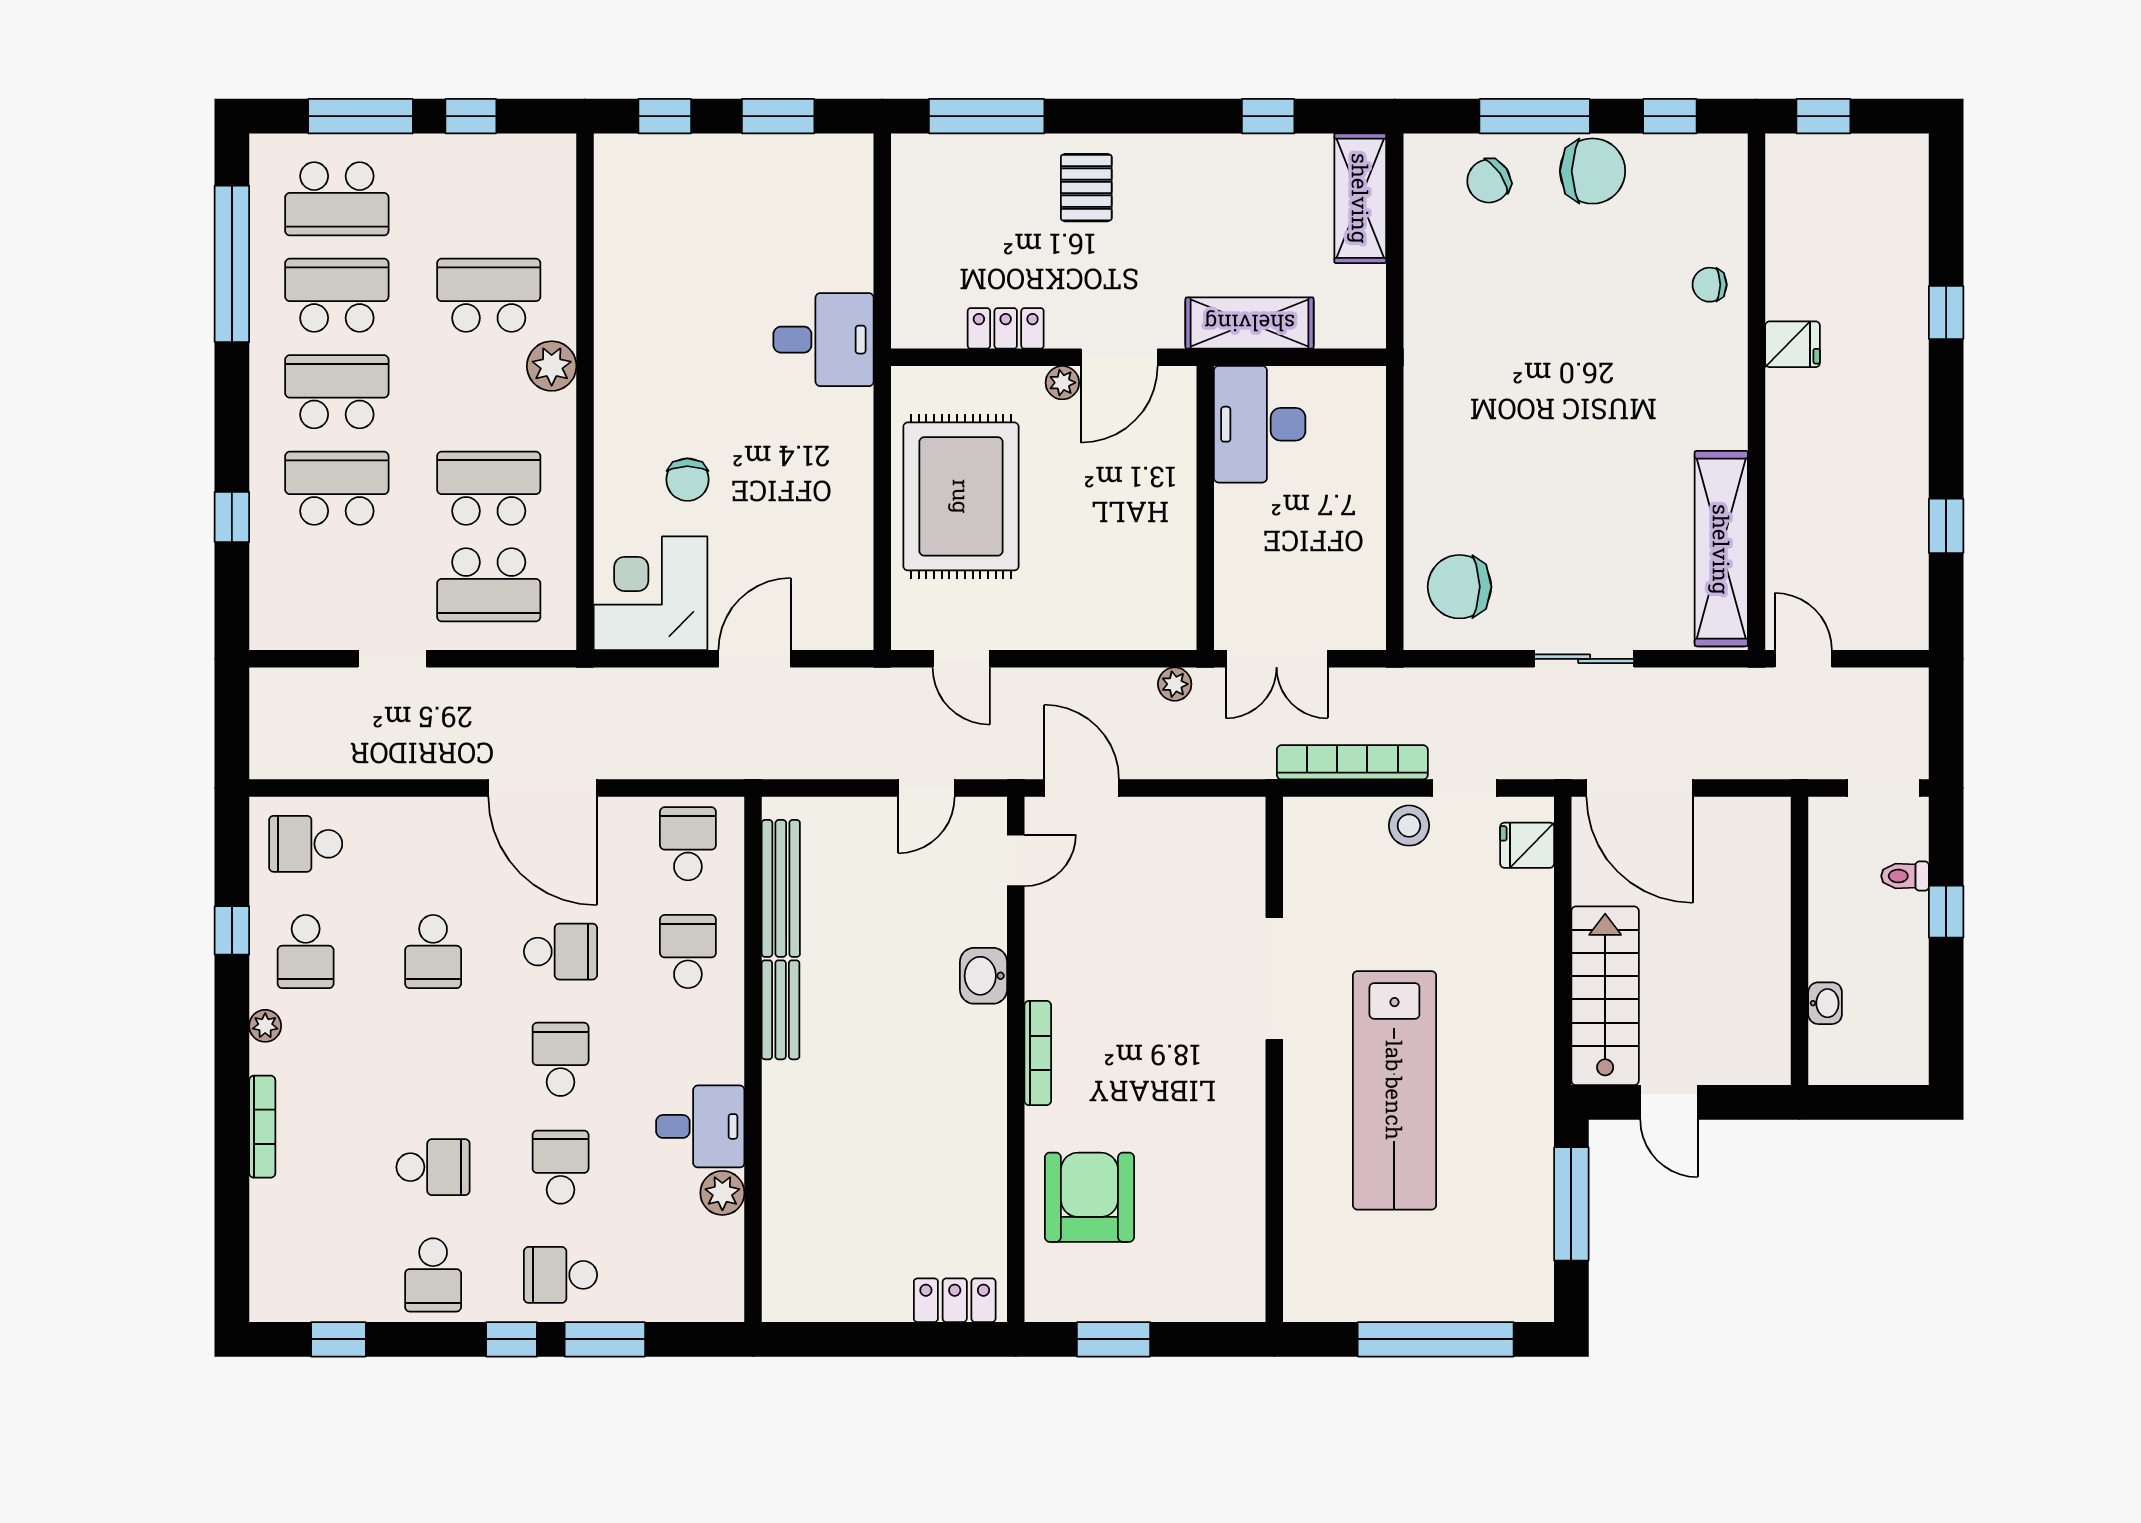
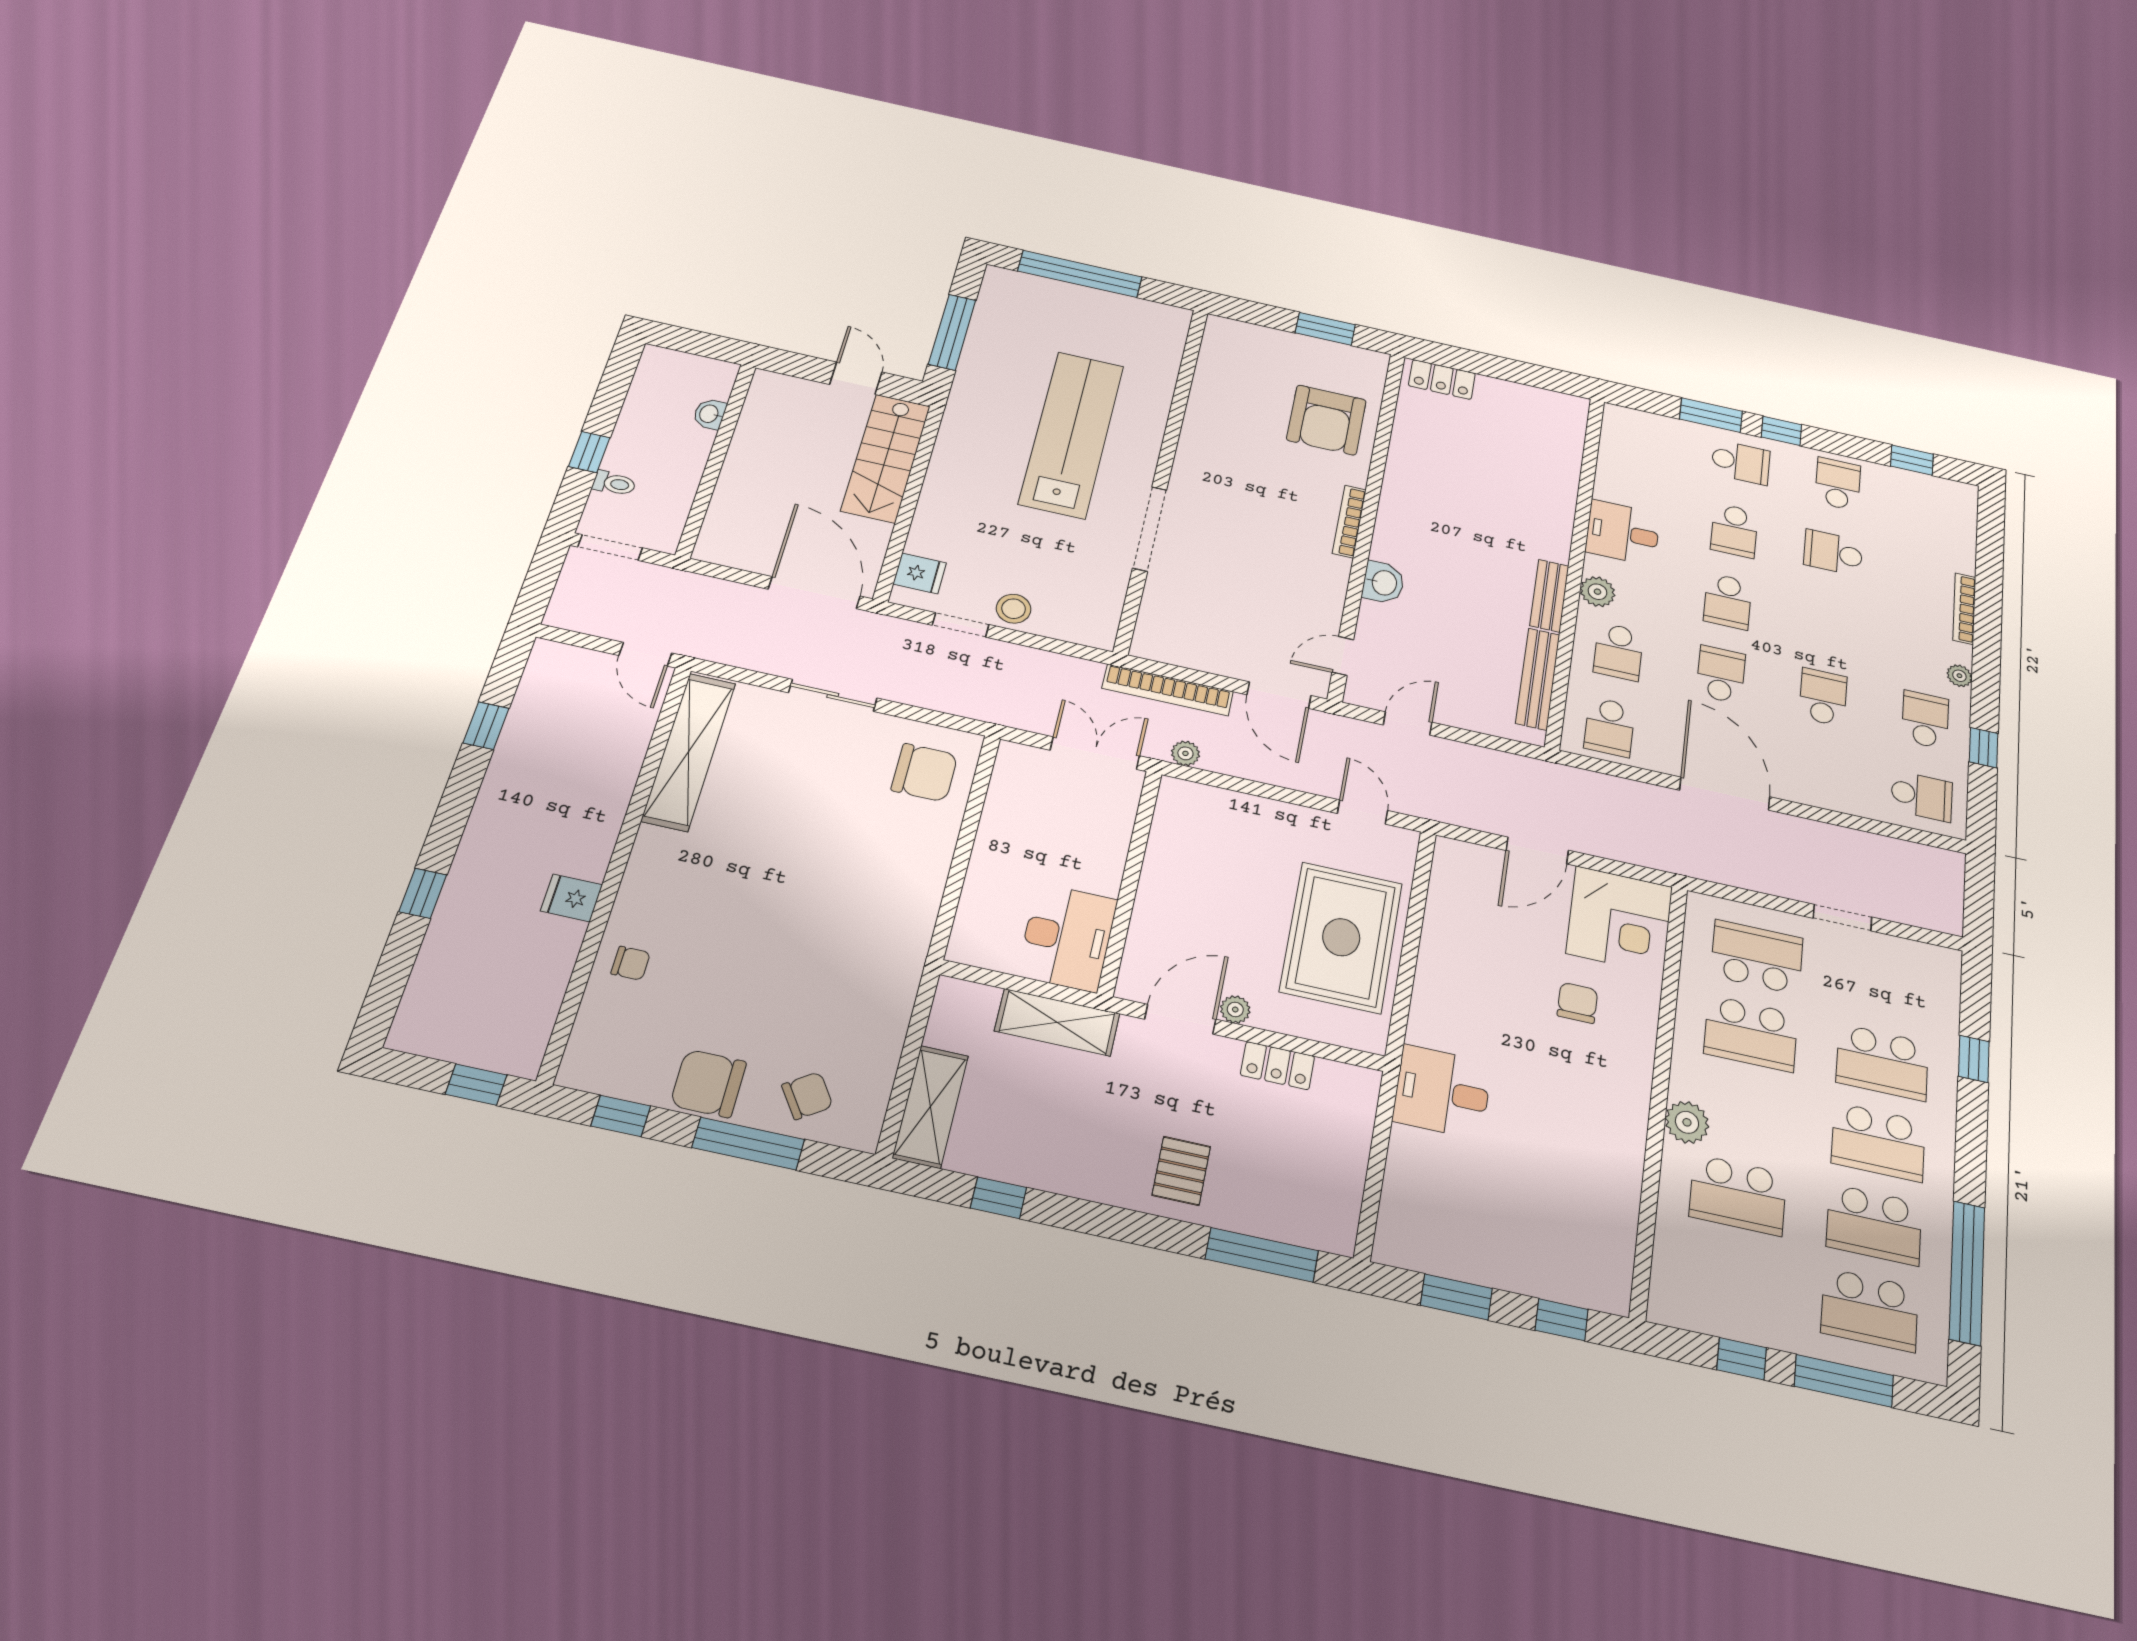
school desk: (337, 199) -> (1870, 1310), turned 180
bookcase: (1352, 762) -> (1168, 690), moved
school desk: (561, 952) -> (1721, 674), turned 90
plant: (722, 1193) -> (1597, 592), moved

